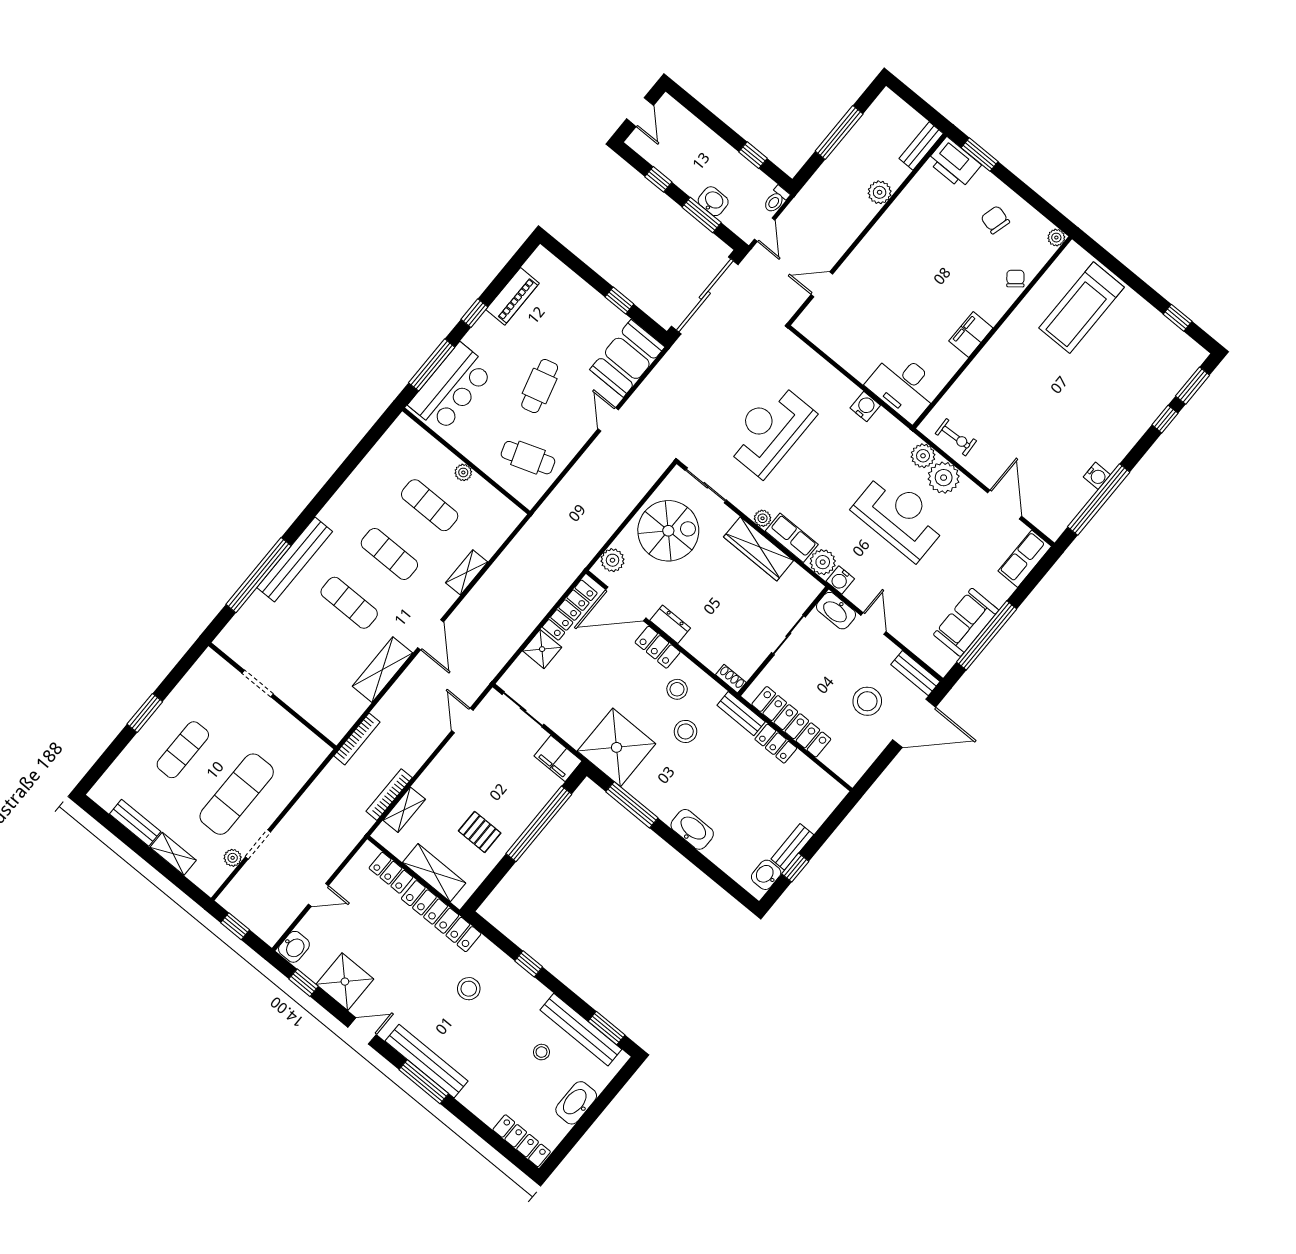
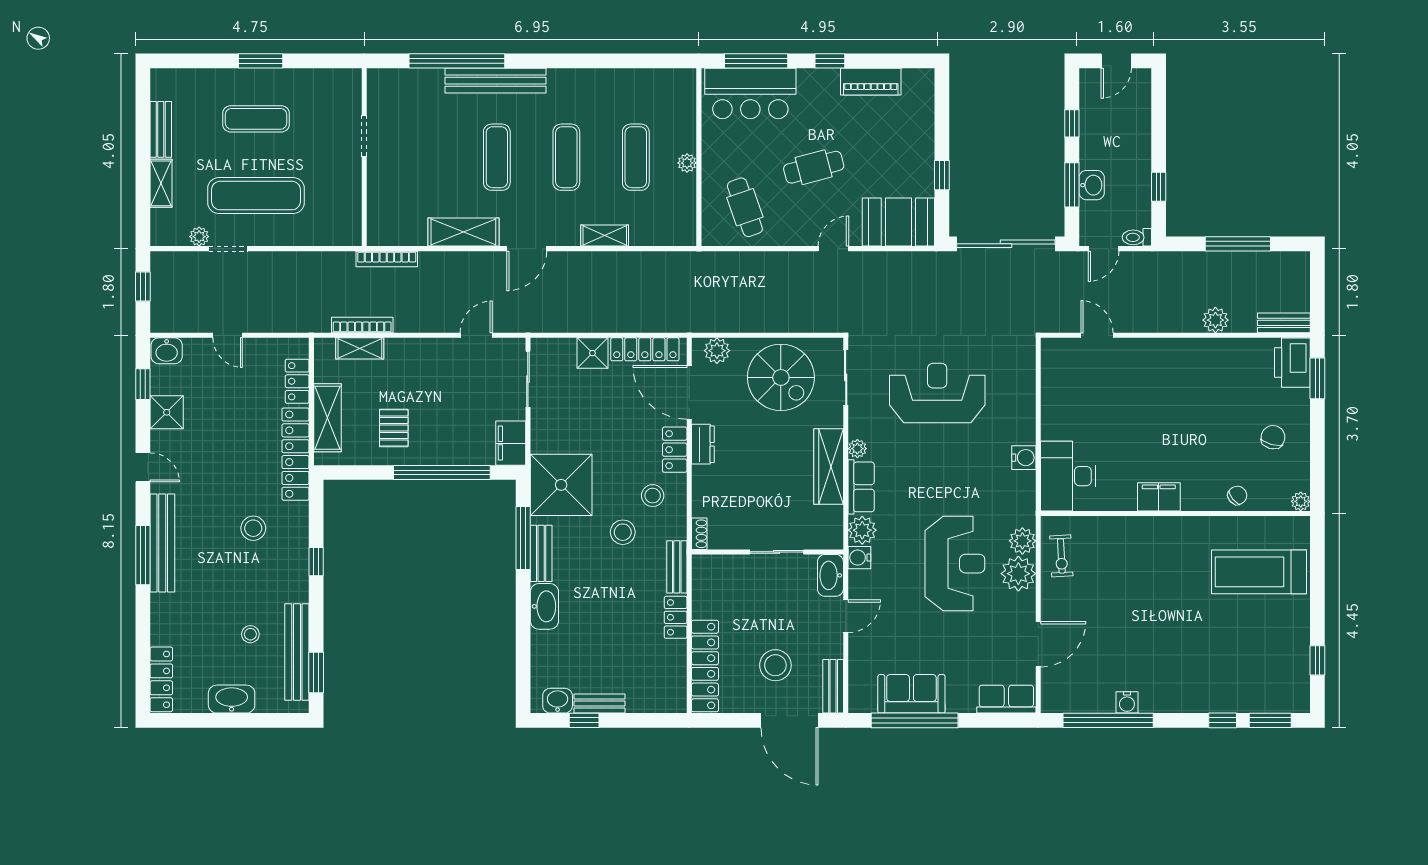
locker: (791, 722) -> (705, 666), moved
bench: (653, 801) -> (541, 553), added
shower: (345, 982) -> (167, 412), width x0.73, depth x0.73

